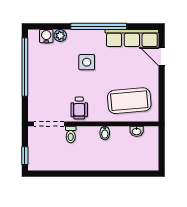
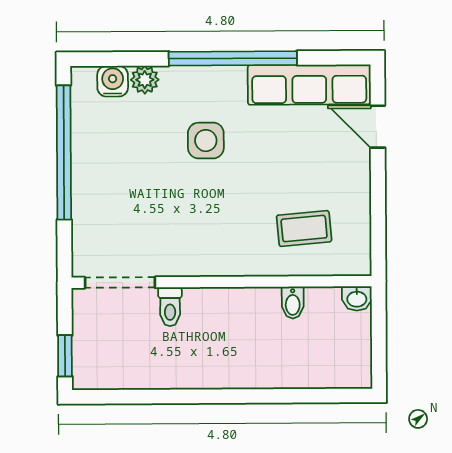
coffee table: (129, 101) -> (304, 228), width x0.54, depth x0.58
wheelchair: (79, 108) -> (189, 246), removed
washbasin: (137, 131) -> (357, 298), moved
bidet: (105, 133) -> (293, 303), moved

